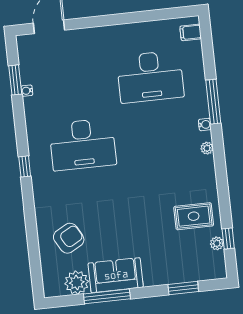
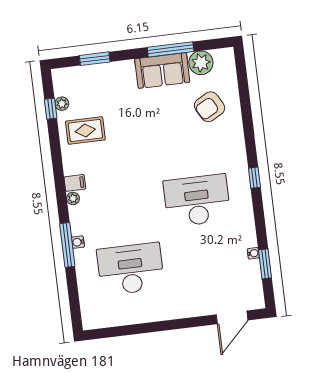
filing cabinet: (191, 32) -> (75, 183), moved
water cooler: (205, 125) -> (78, 242), moved

